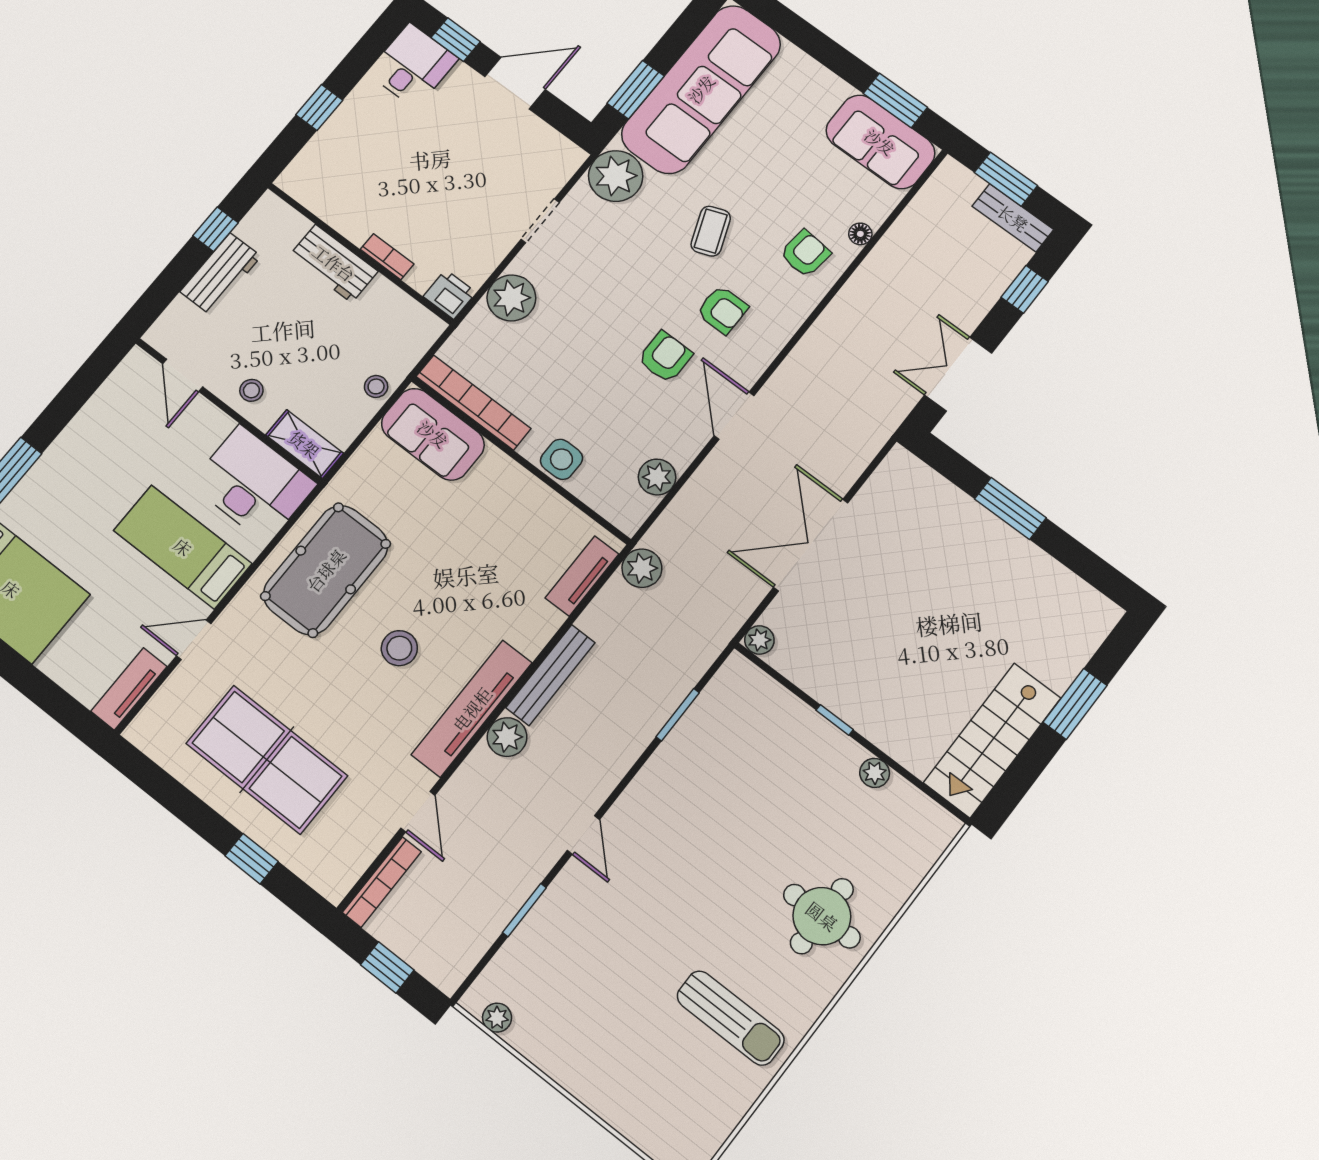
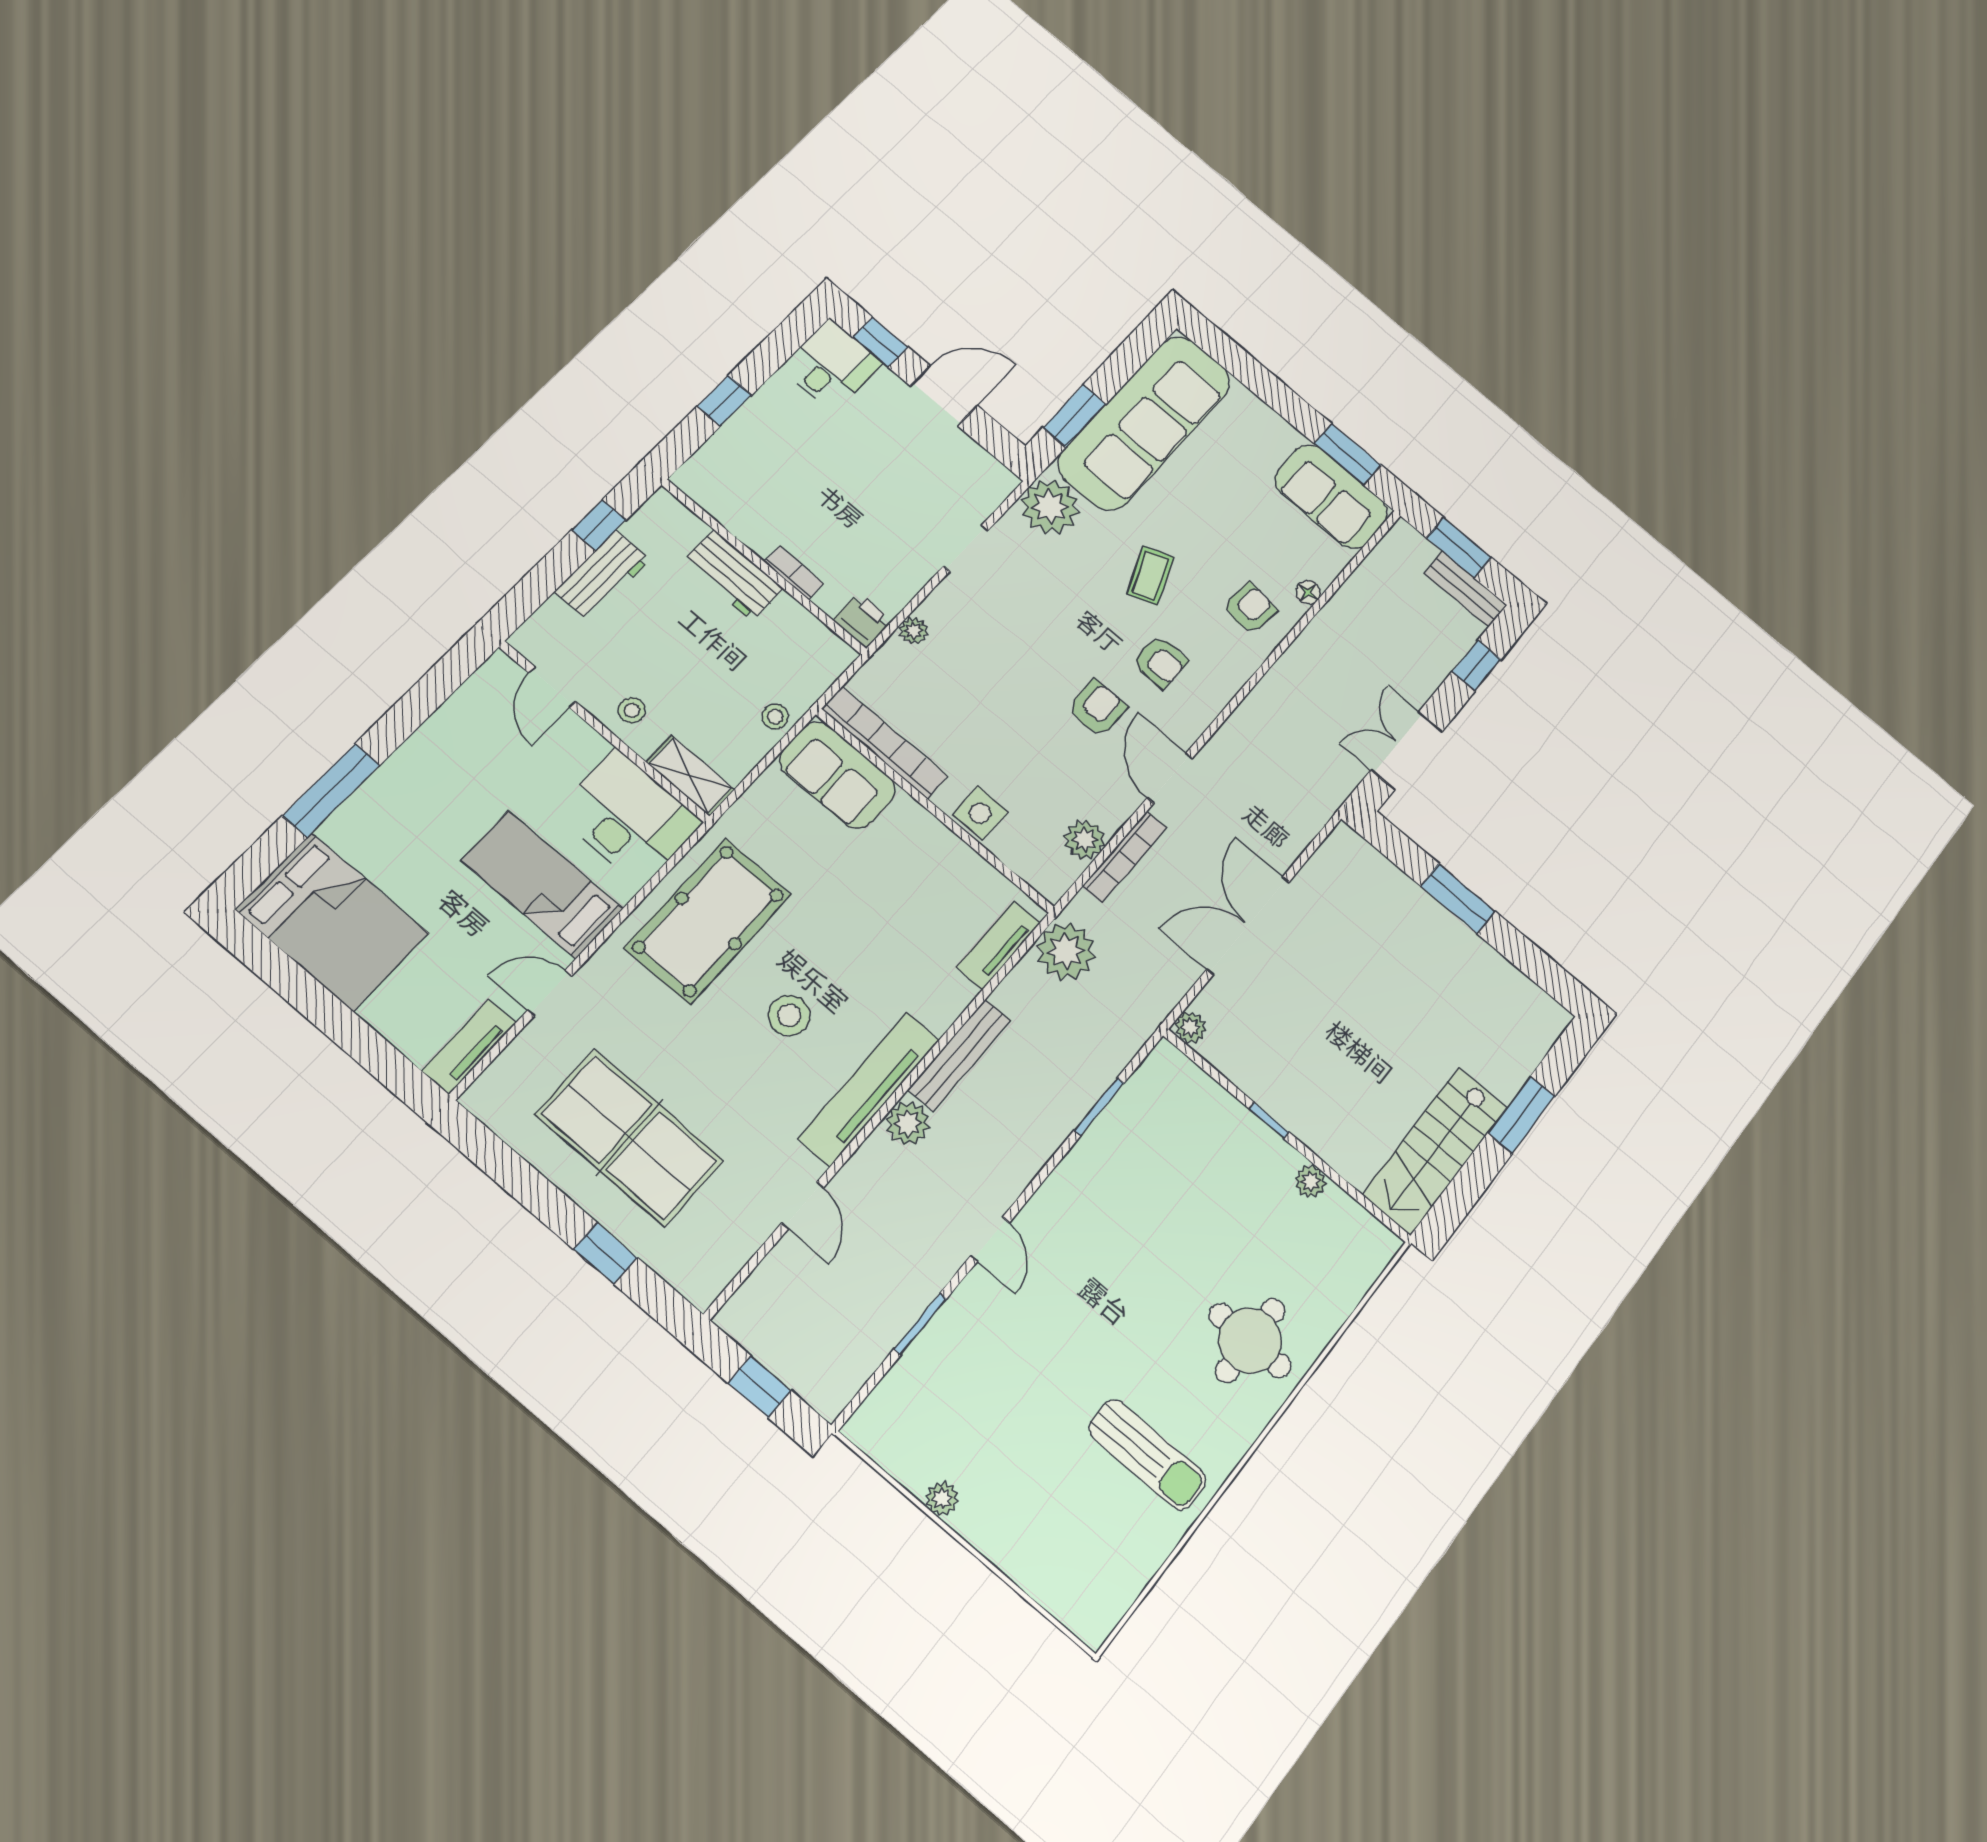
plant: (511, 298) -> (914, 631), width x0.53, depth x0.53
plant: (642, 568) -> (1066, 951), width x1.36, depth x1.36
bookcase: (382, 882) -> (1125, 857), moved
plant: (497, 1018) -> (942, 1499), moved

